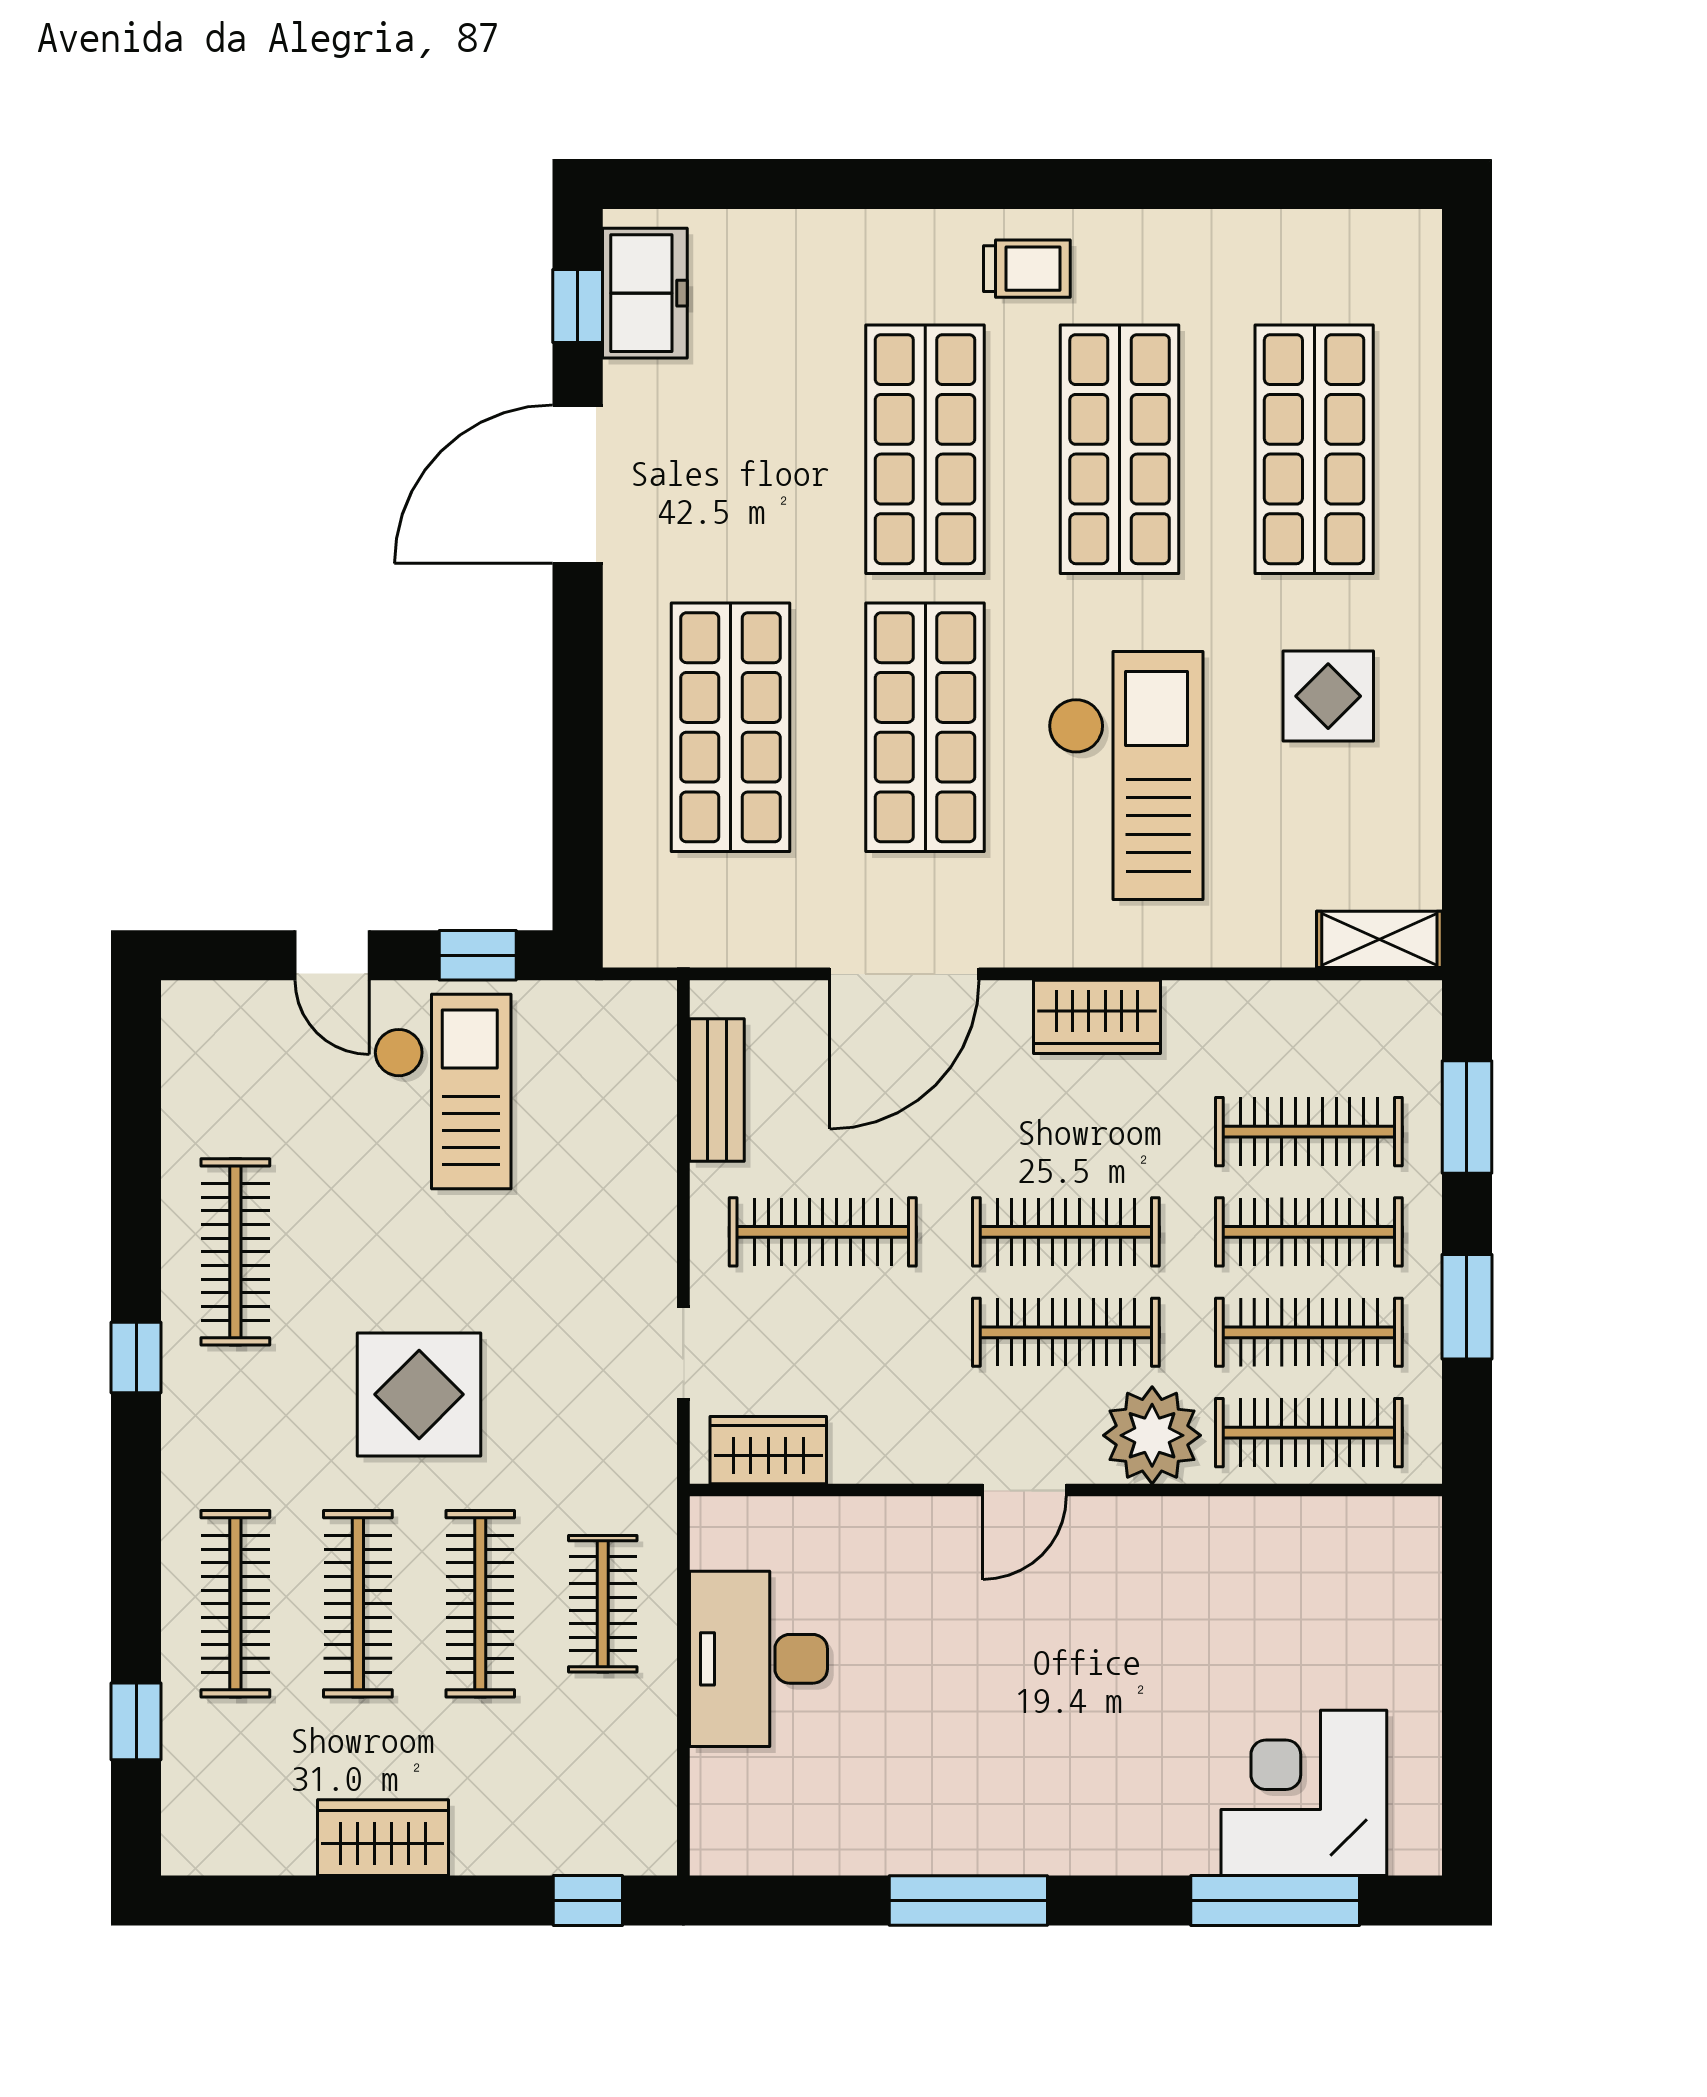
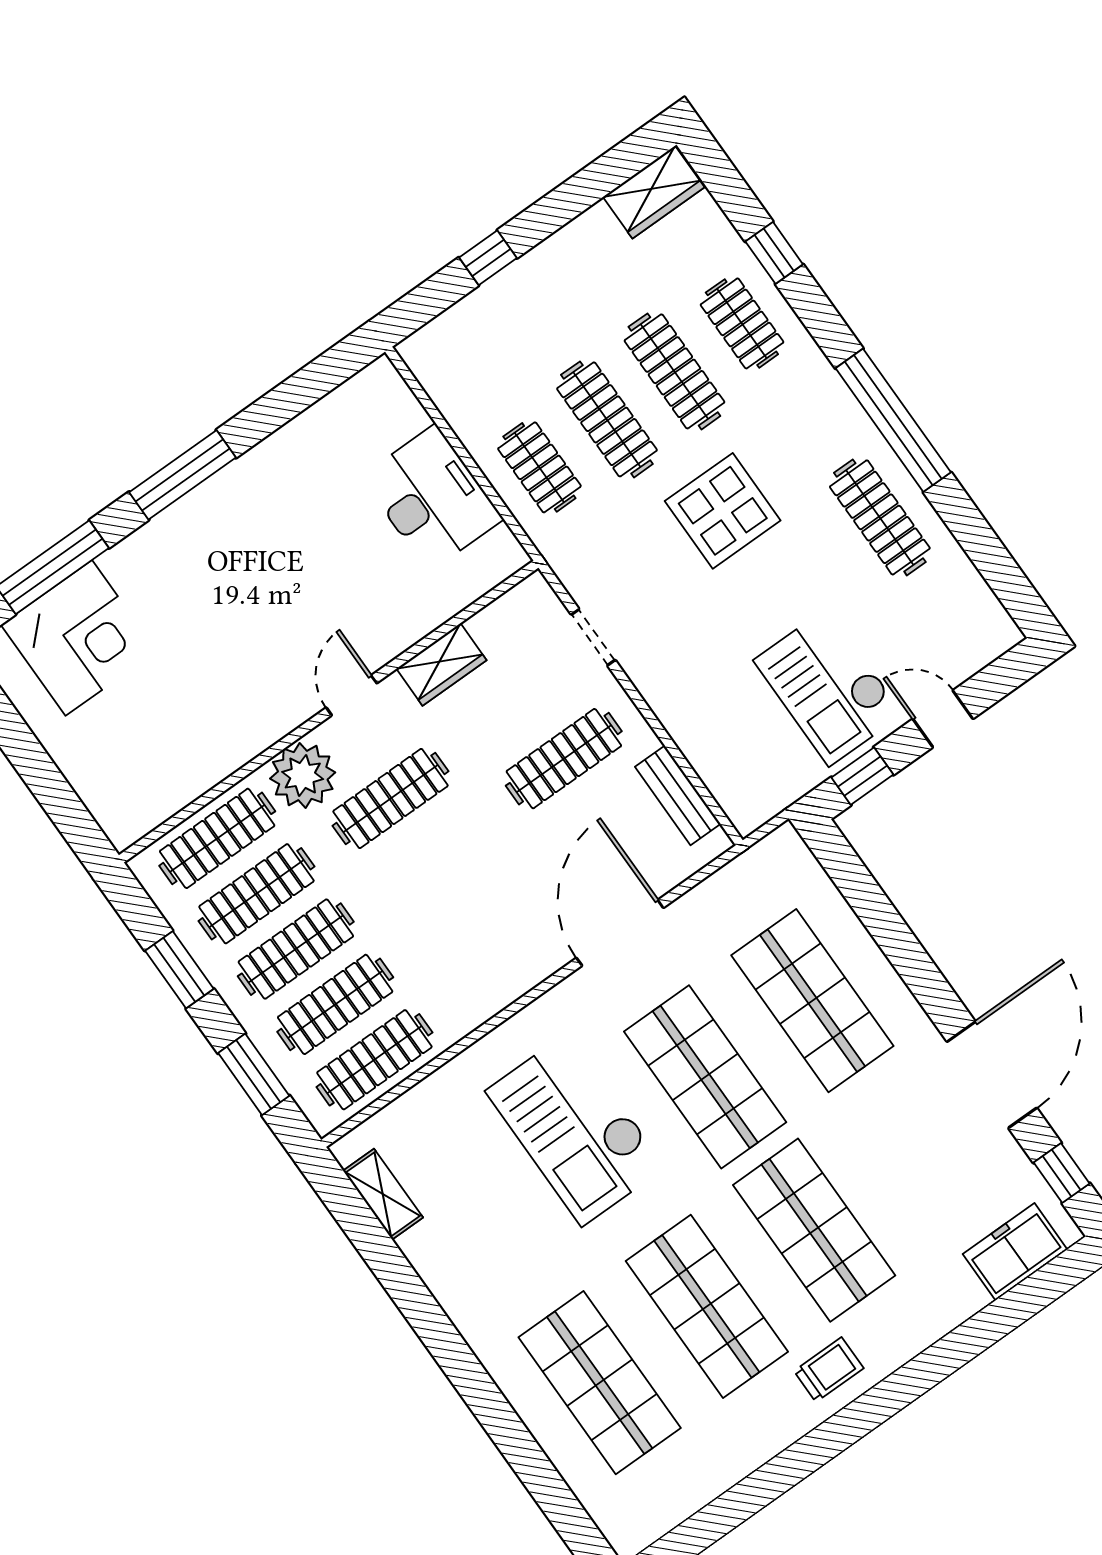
trolley: (1027, 269) -> (829, 1370), turned 180
freezer: (645, 293) -> (1015, 1252), moved, turned 90
display table: (1328, 696) -> (495, 1252), removed
shelving: (1379, 939) -> (383, 1194), moved, turned 90
wardrobe: (1097, 1017) -> (497, 985), removed
clothes rail: (1066, 1232) -> (374, 1060), moved
window: (136, 1358) -> (893, 420), width x3.17
wardrobe: (768, 1450) -> (441, 665), moved
clothes rail: (235, 1604) -> (742, 323), width x0.73
window: (136, 1721) -> (774, 253), moved
wardrobe: (383, 1838) -> (654, 192), moved
window: (588, 1900) -> (488, 258), moved
window: (968, 1900) -> (183, 475), moved

